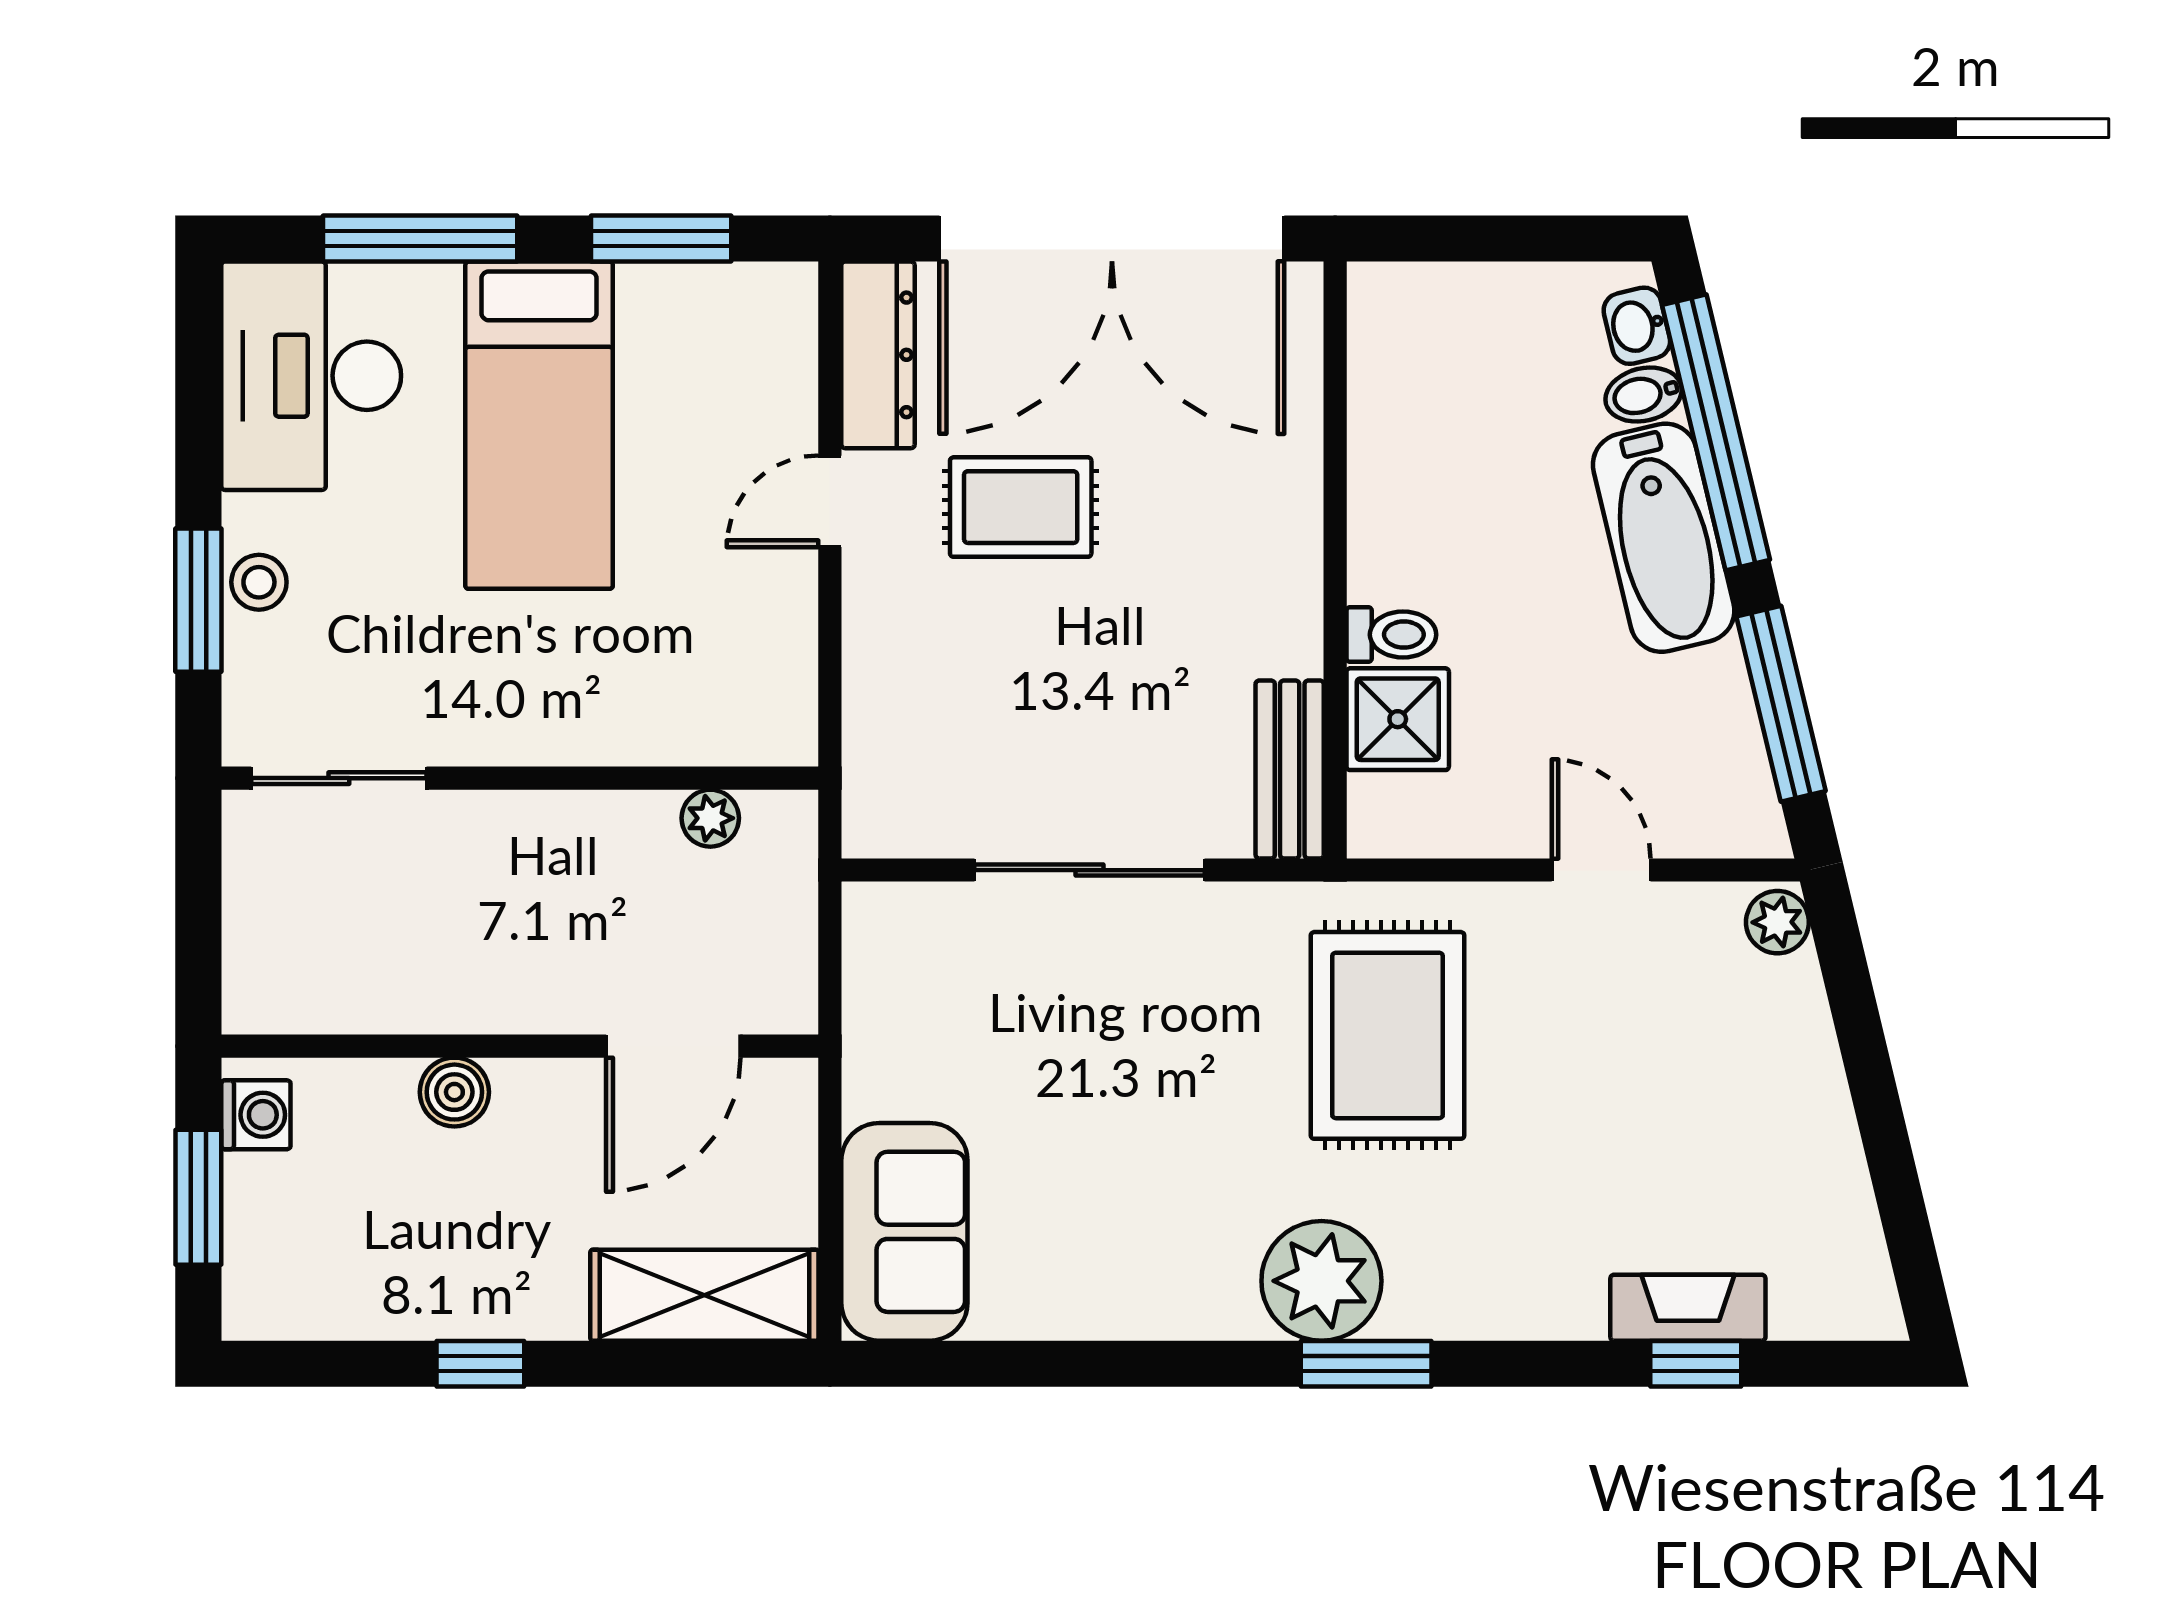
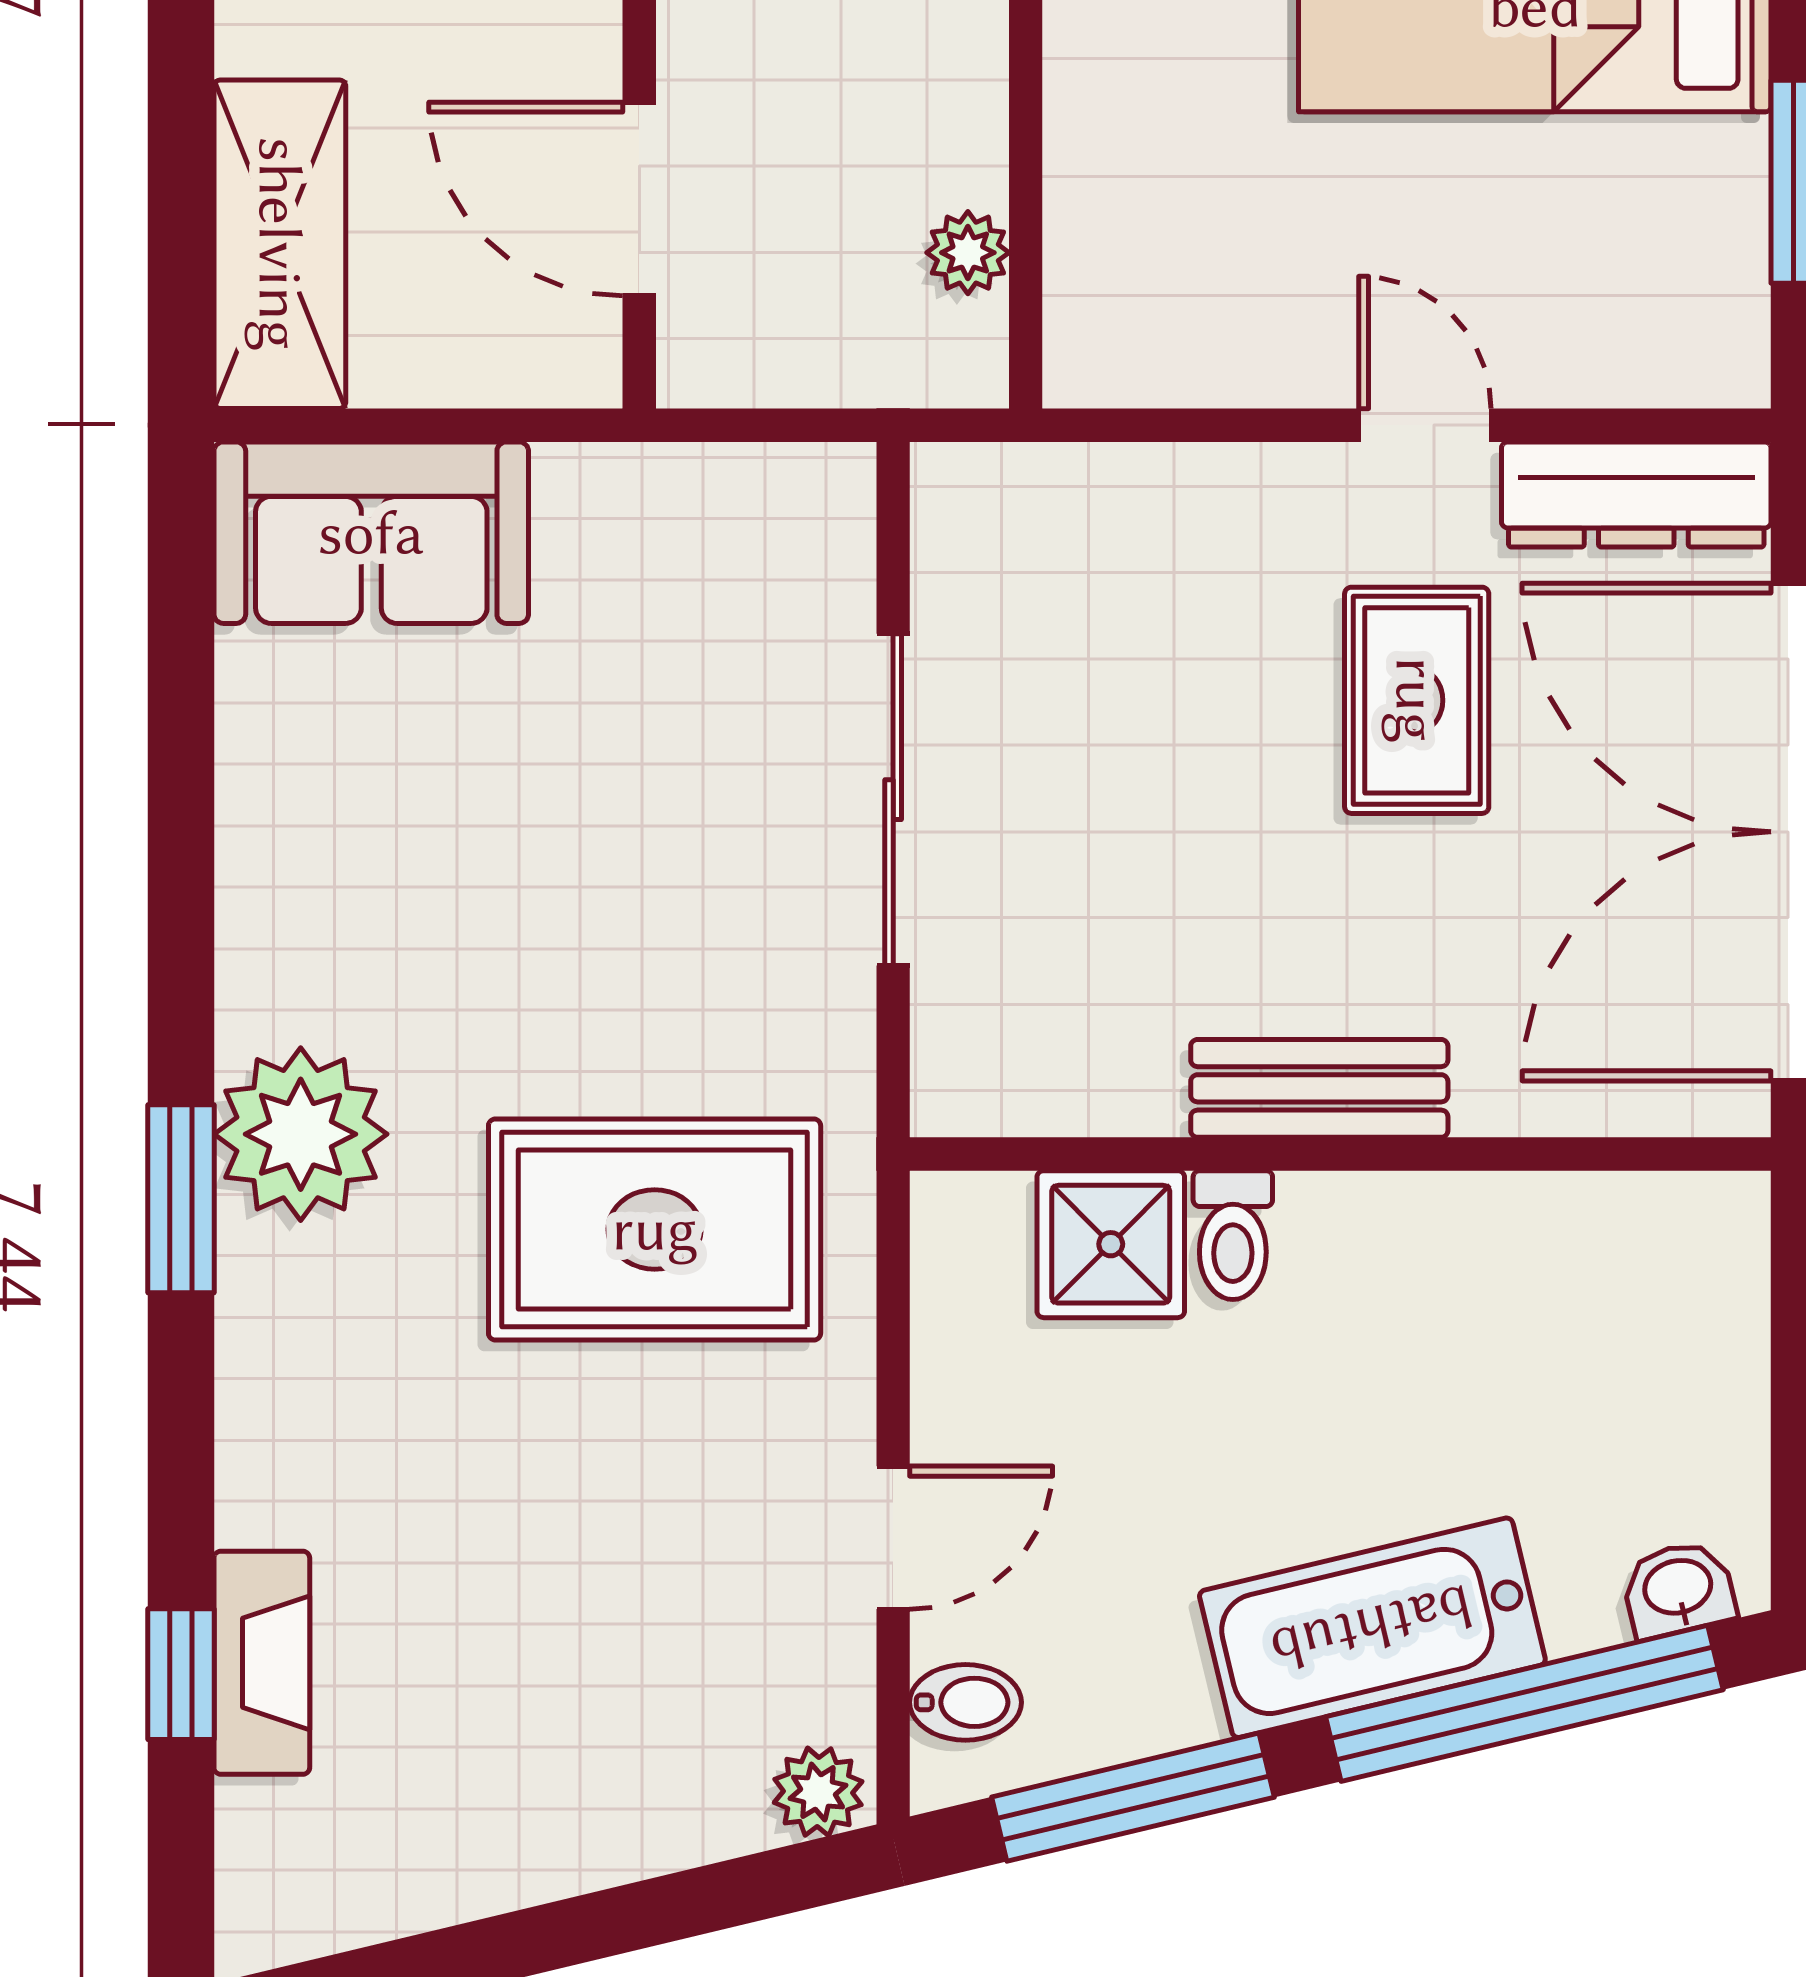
bidet: (1644, 395) -> (965, 1702), moved, turned 103
bench: (1290, 769) -> (1319, 1088), moved

